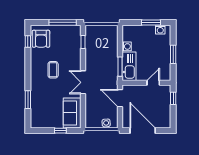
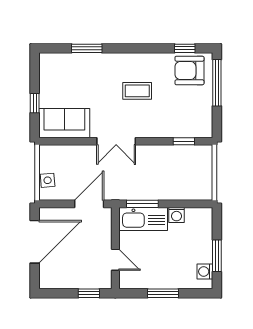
window: (63, 22) -> (217, 83), moved
double door: (83, 82) -> (116, 141), swing flipped

